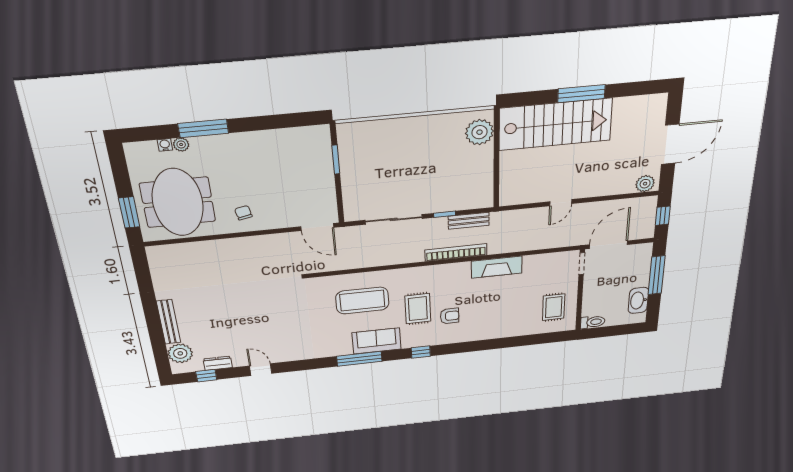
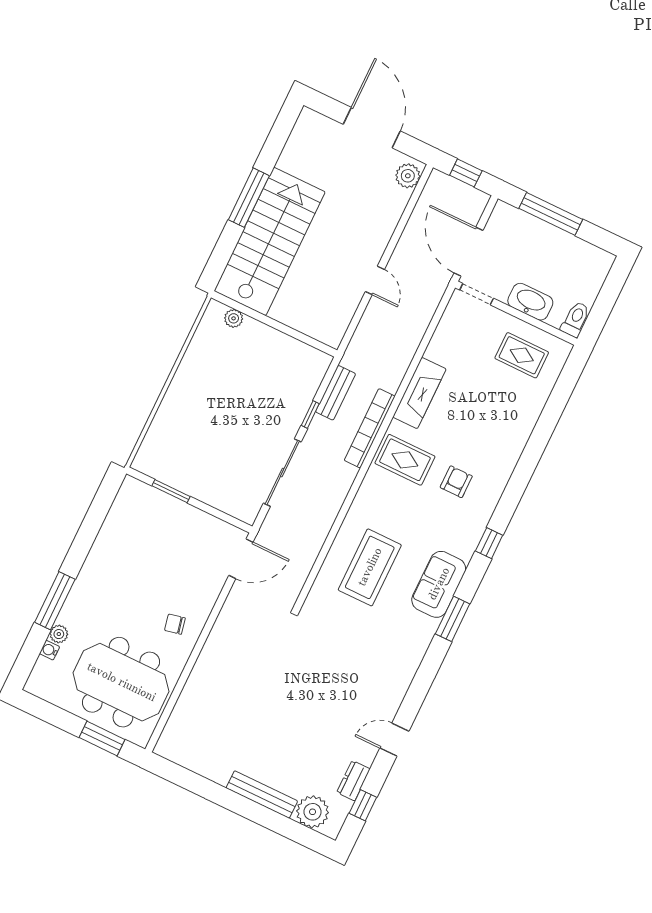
plant: (480, 132) -> (234, 318), width x0.53, depth x0.53
washbasin: (638, 300) -> (530, 302), moved, turned 180
rug: (418, 309) -> (405, 460), moved
window: (359, 359) -> (453, 619), width x0.69

